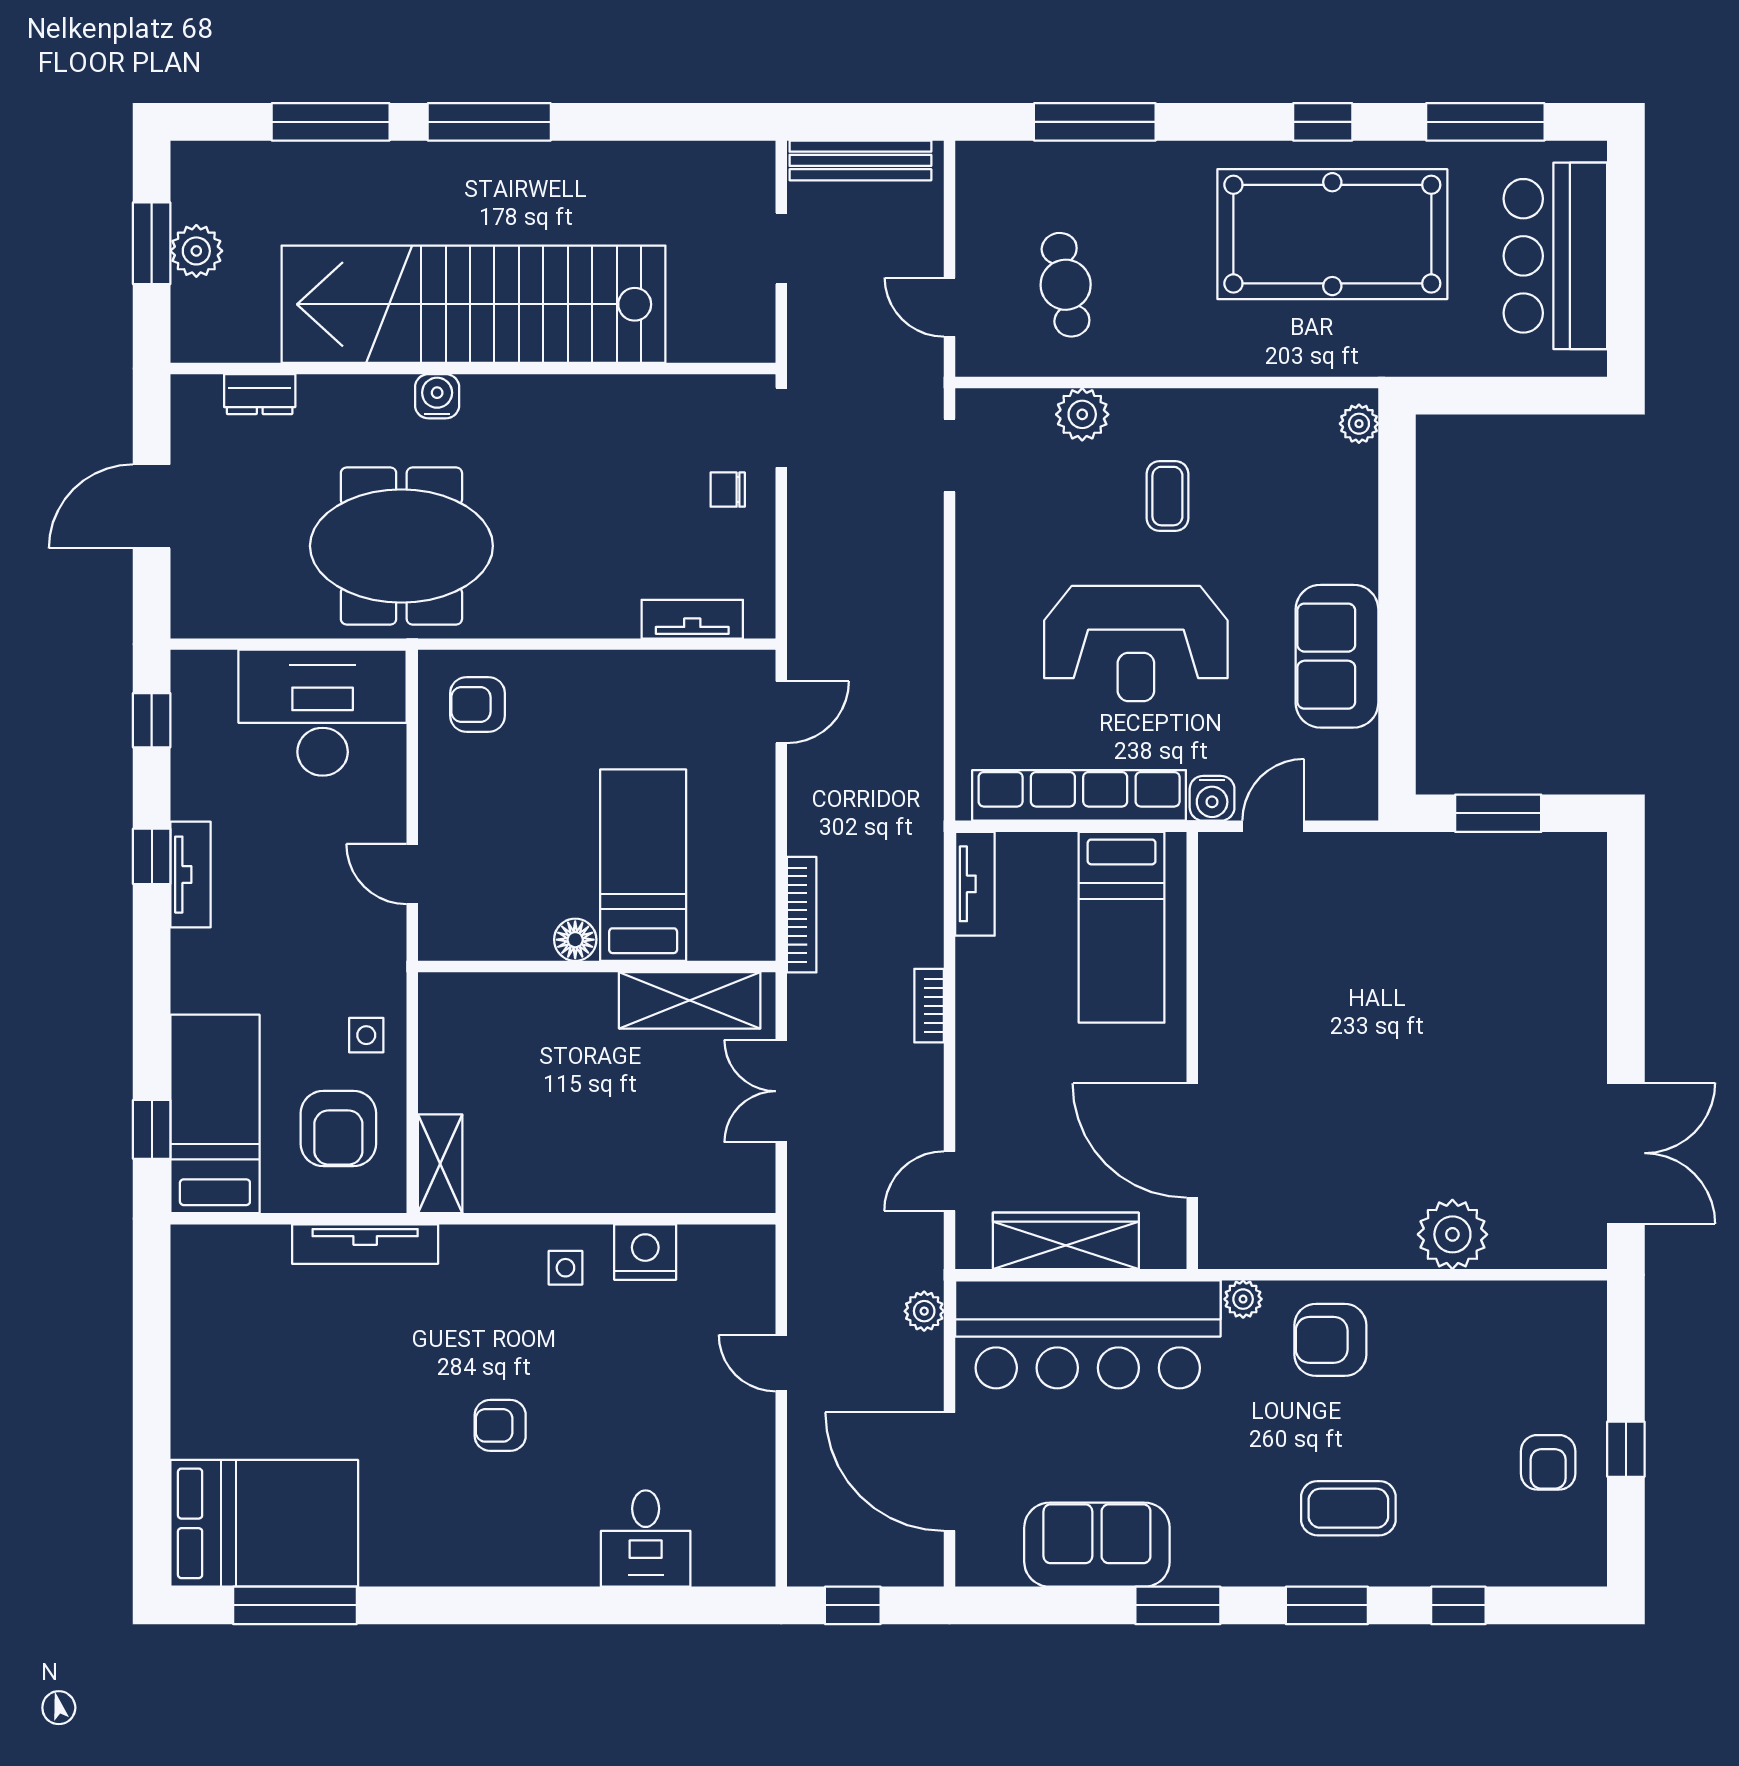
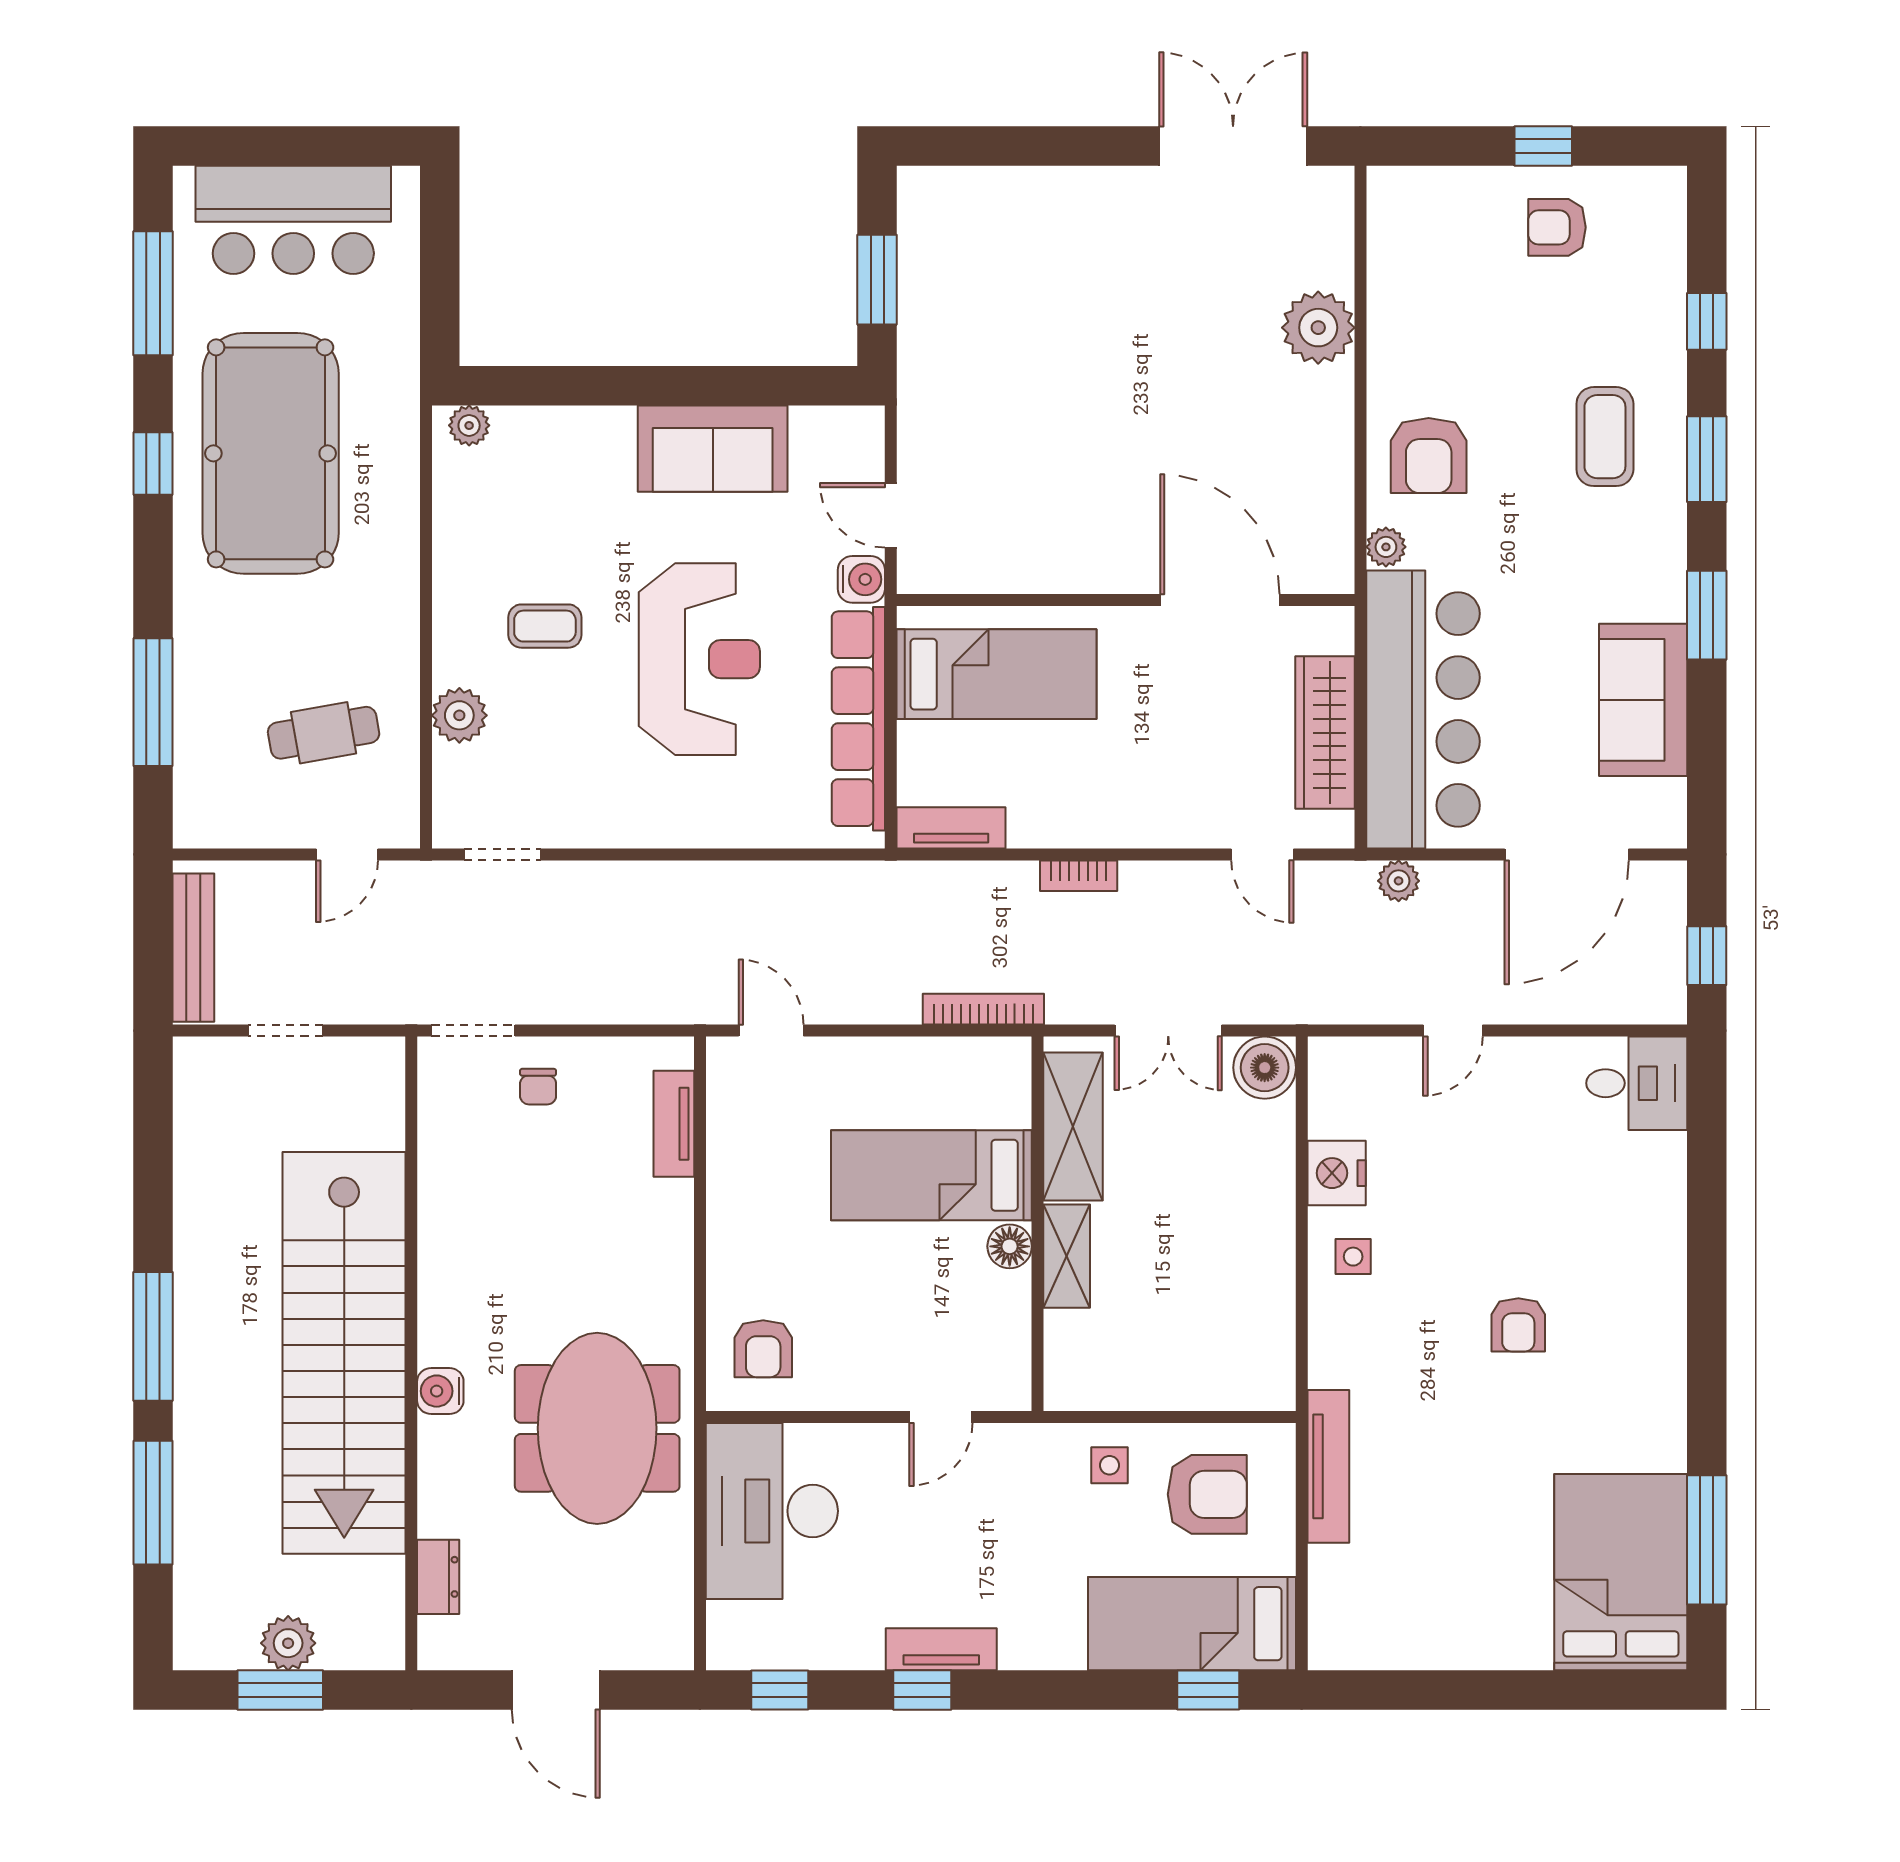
door: (1192, 1141) -> (1220, 600), swing flipped
shelving: (440, 1164) -> (1067, 1256), moved, turned 90
boiler: (746, 1183) -> (1265, 1068), added
armchair: (1548, 1462) -> (1557, 227), turned 180
desk: (646, 1539) -> (1637, 1083), moved

